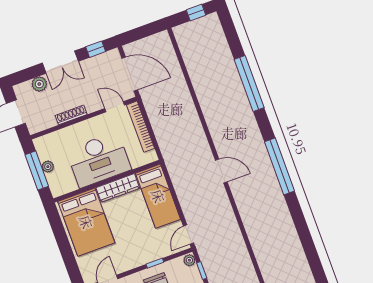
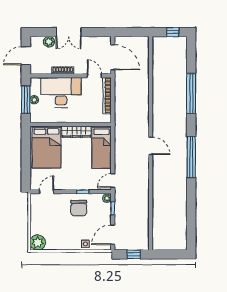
window: (96, 49) -> (96, 32), removed
desk: (99, 160) -> (61, 92), moved, turned 180

